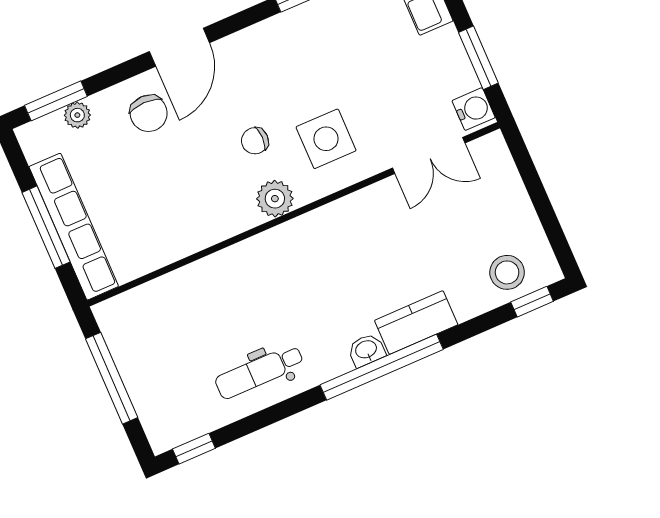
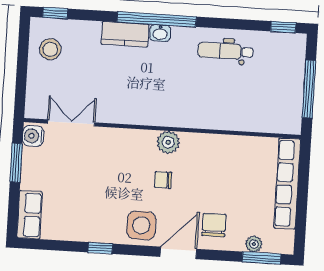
side table: (326, 139) -> (141, 225), moved
chair: (255, 141) -> (163, 180), turned 180
window: (46, 227) -> (303, 191), removed
stool: (507, 272) -> (50, 49), moved
dental chair: (259, 372) -> (225, 51), turned 180

